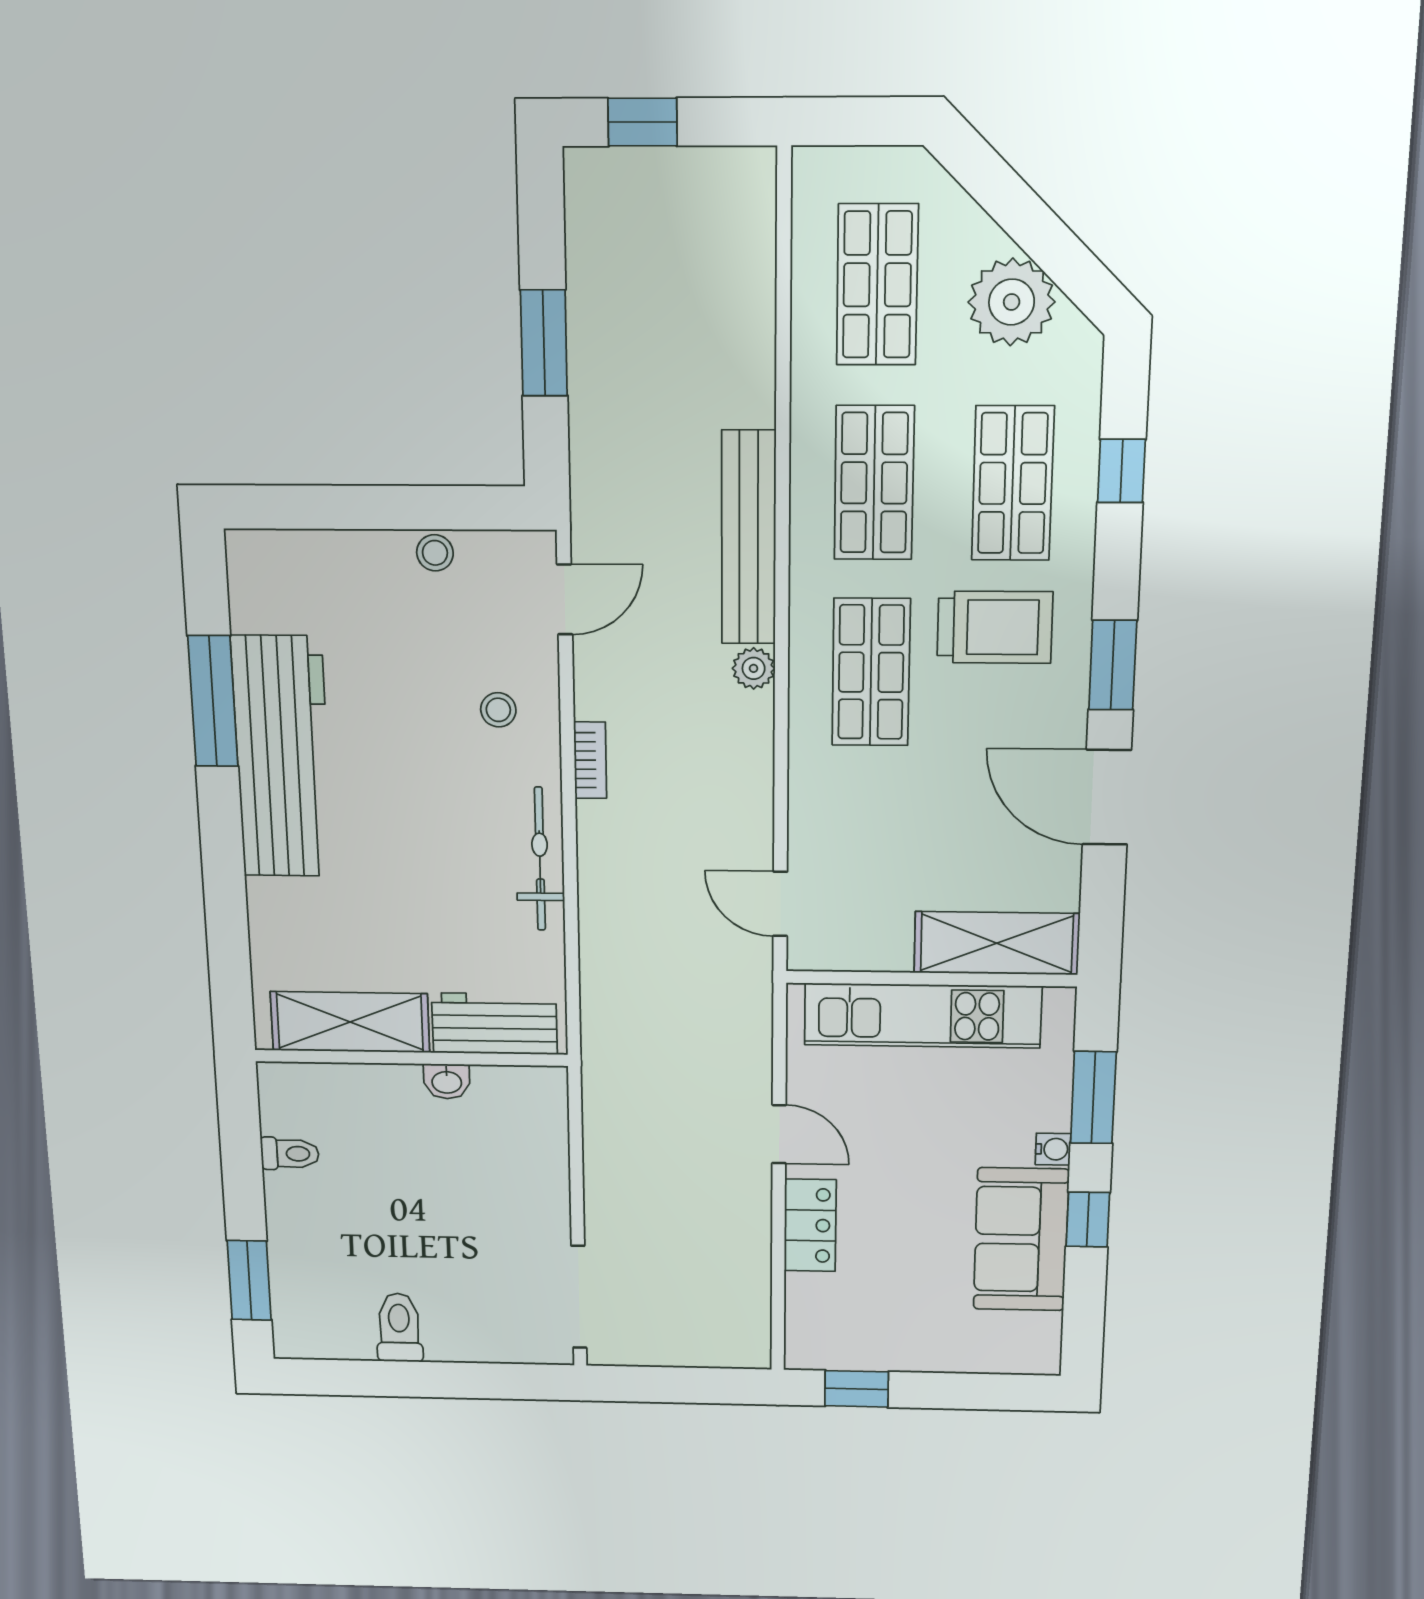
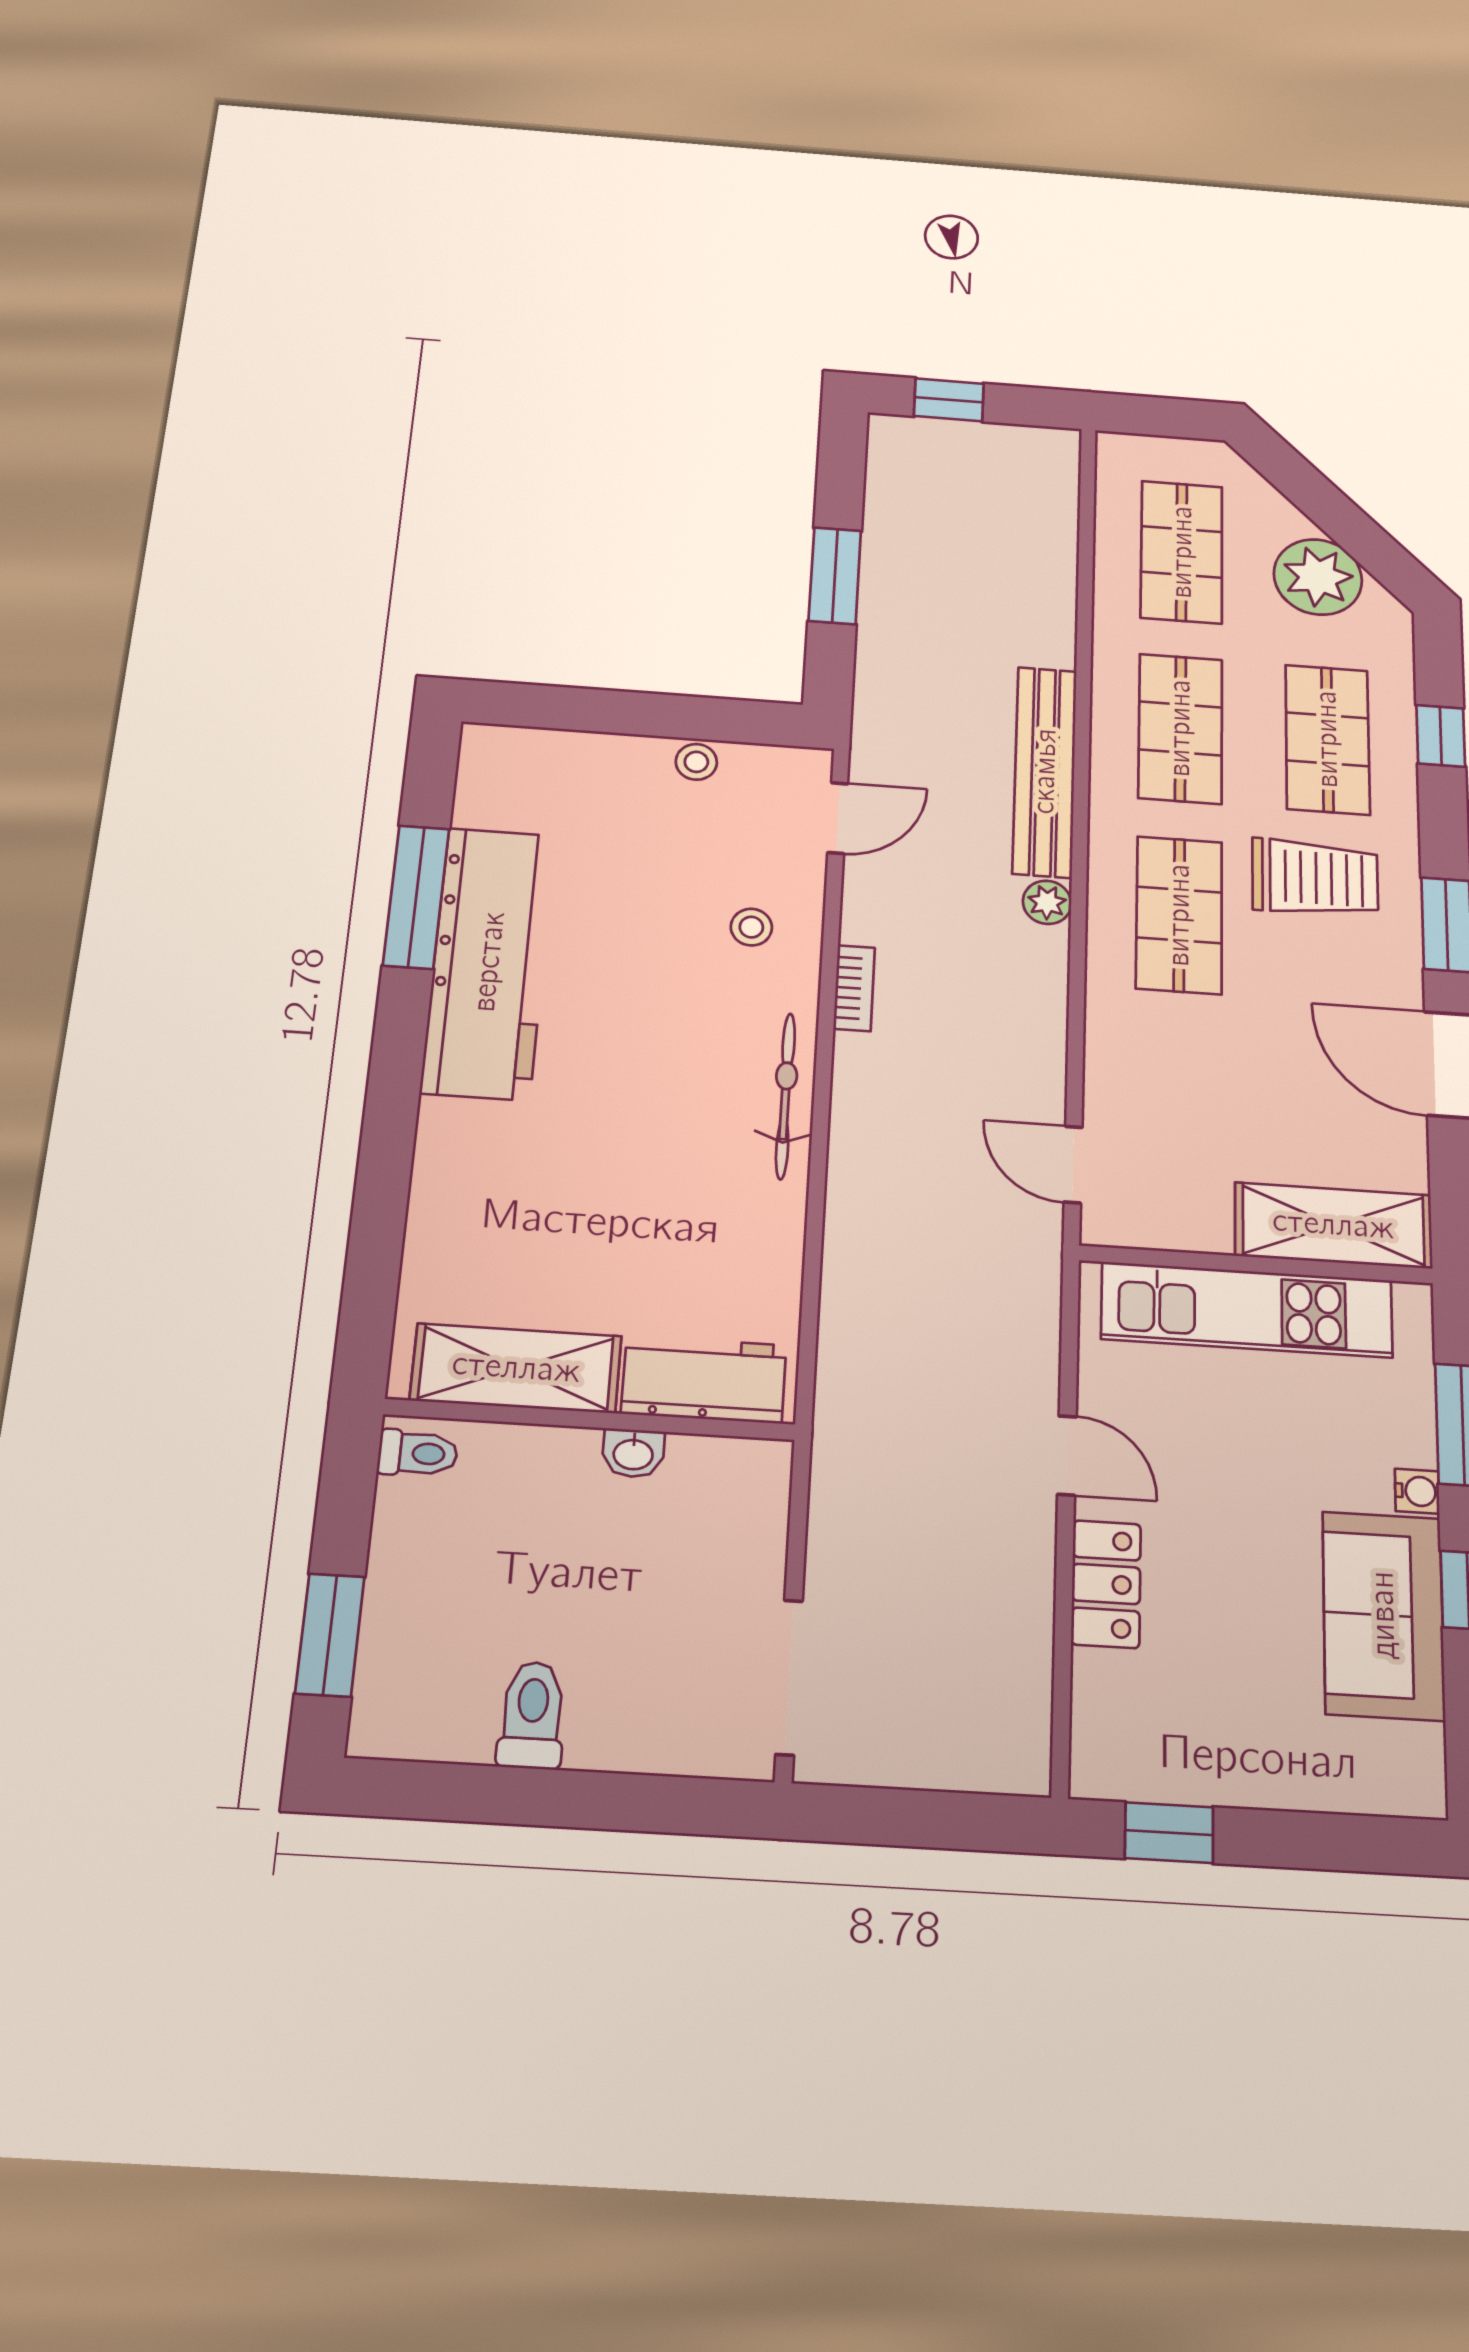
shelving: (350, 1022) -> (516, 1368), moved
workbench: (494, 1024) -> (704, 1379), moved
wall: (411, 1058) -> (590, 1420), moved
washbasin: (447, 1081) -> (633, 1453), moved

